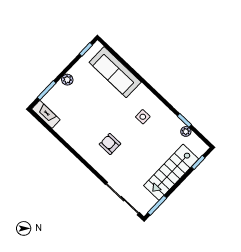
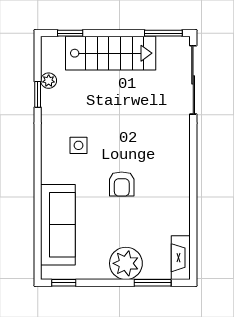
plant: (67, 80) -> (126, 263), width x1.88, depth x1.88
armchair: (110, 144) -> (122, 184), moved

